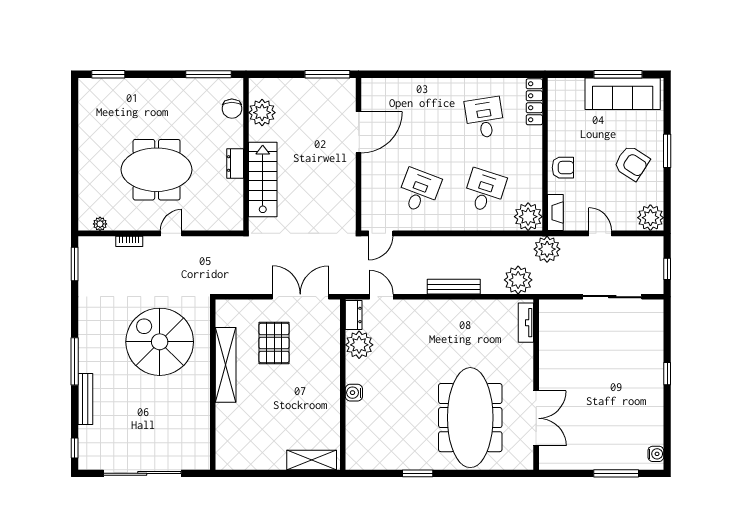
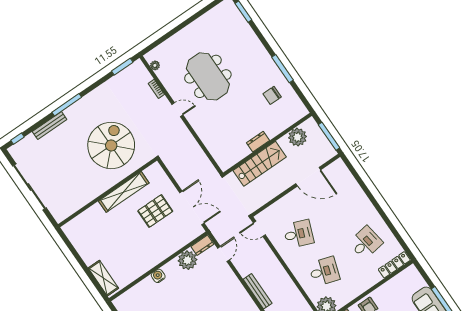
plant: (262, 113) -> (297, 137), moved
wall: (246, 154) -> (267, 144), moved
dresser: (235, 164) -> (258, 142), moved
stairs: (263, 179) -> (260, 164), moved

